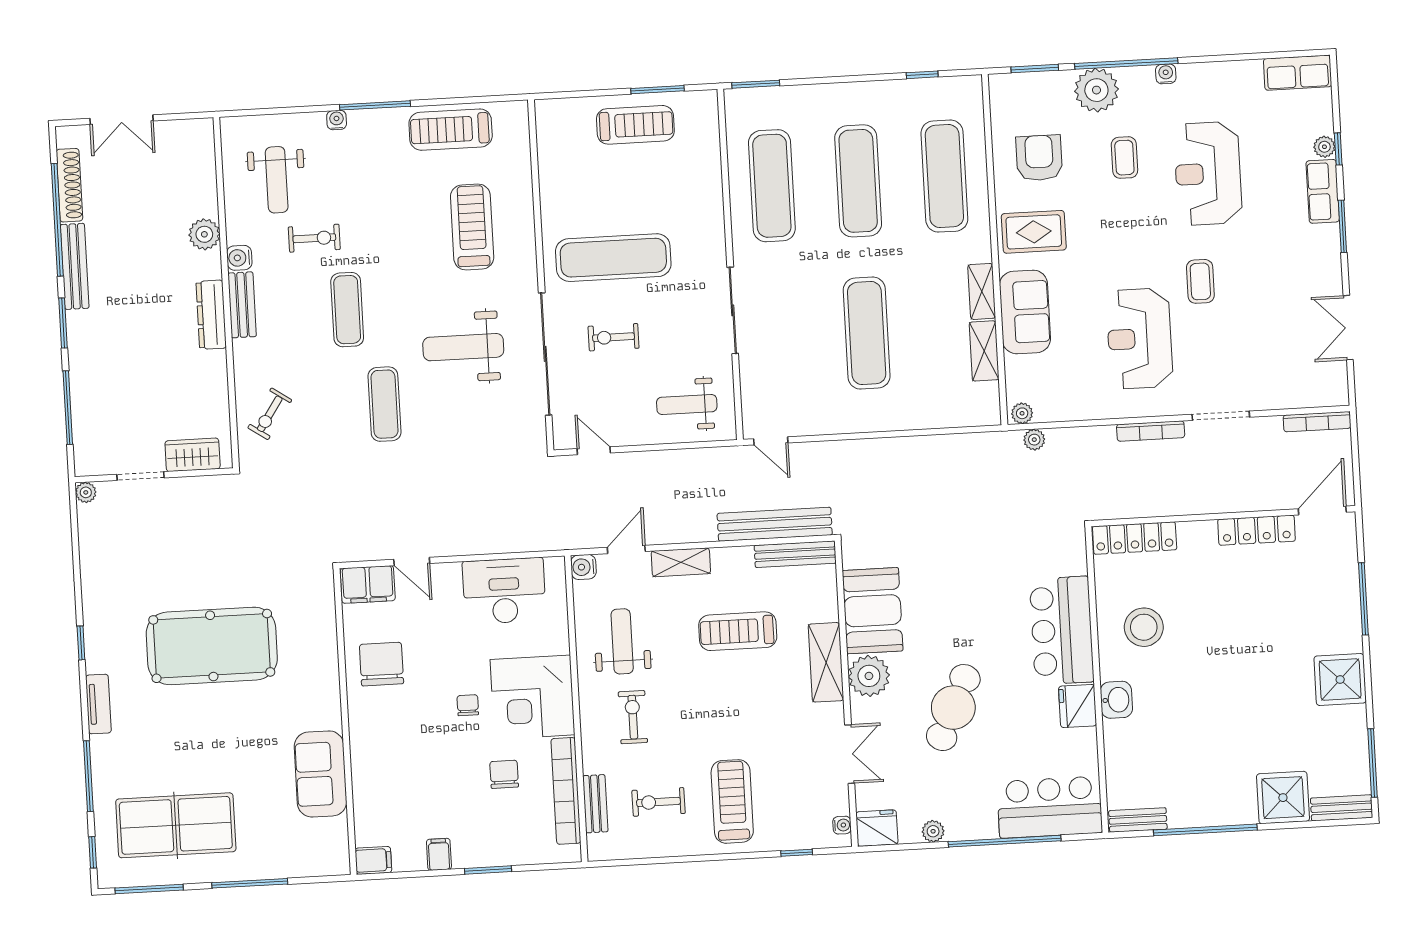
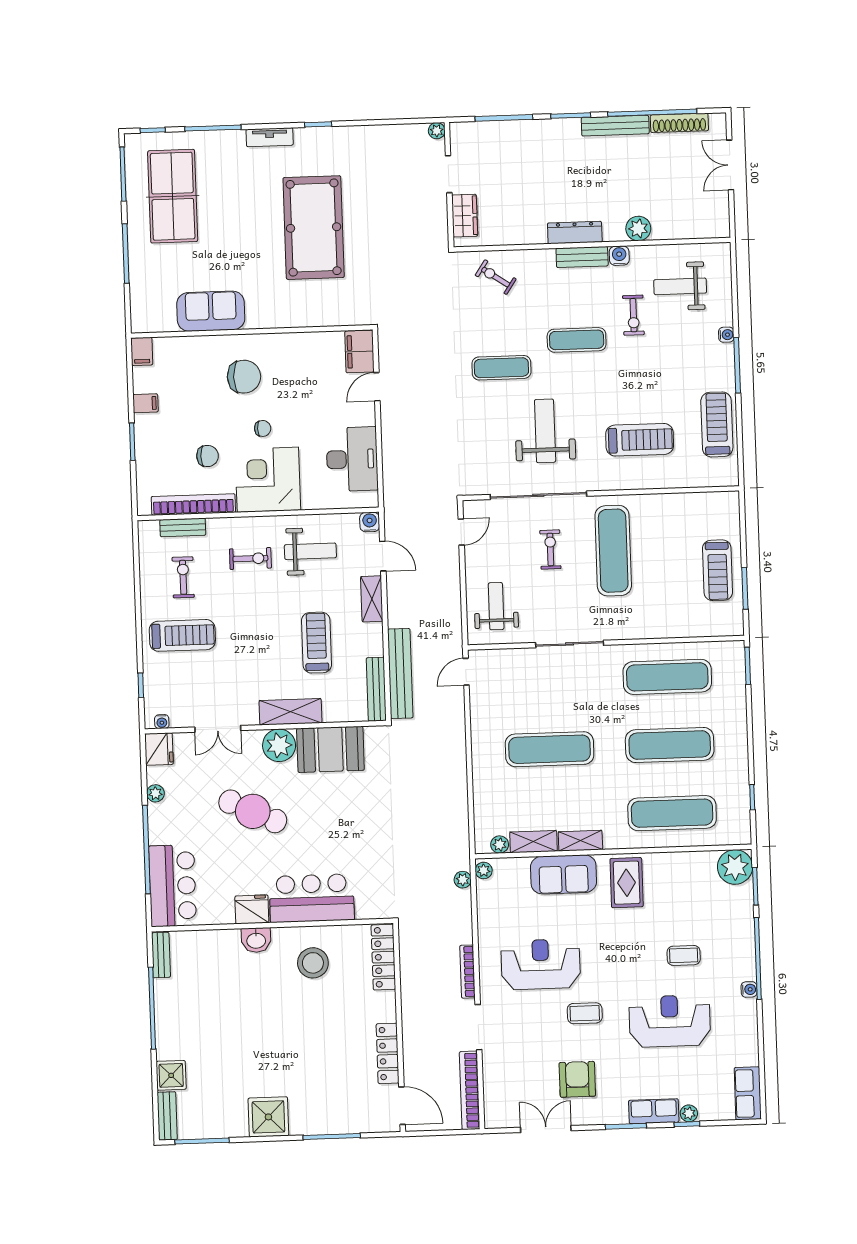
plant: (1096, 90) -> (735, 867), moved
armchair: (1039, 158) -> (577, 1079), moved, turned -90
plant: (989, 394) -> (500, 845), added
bookcase: (1317, 422) -> (470, 1090), width x1.48, depth x1.31
chair: (382, 664) -> (244, 377), moved
shower: (1283, 798) -> (171, 1075), width x0.73, depth x0.73

